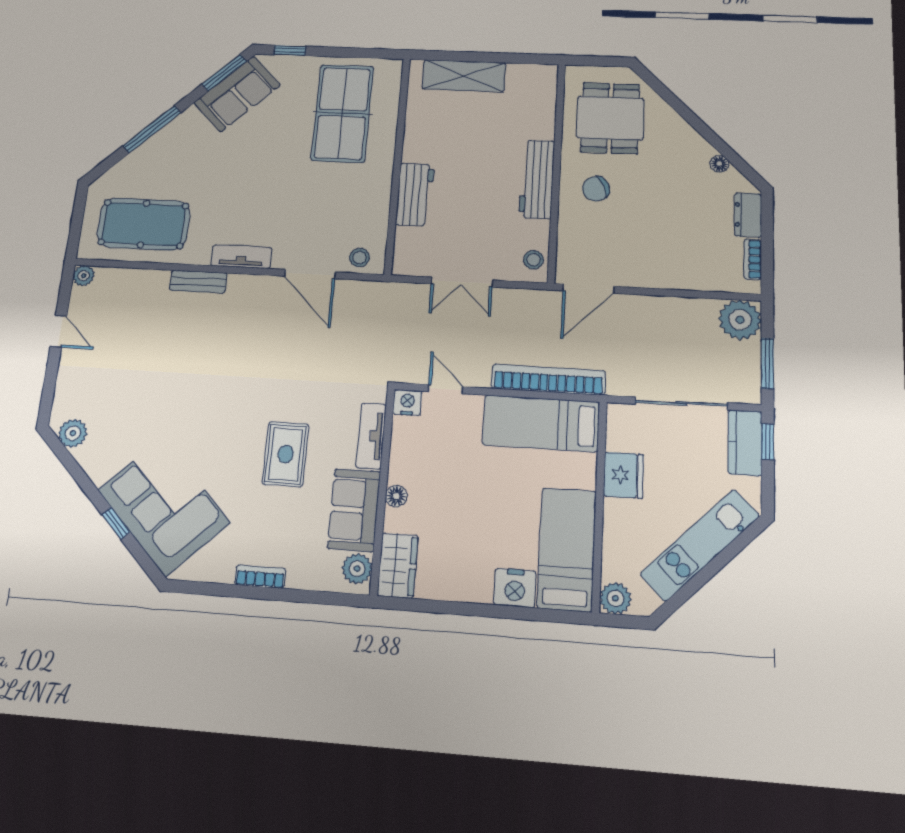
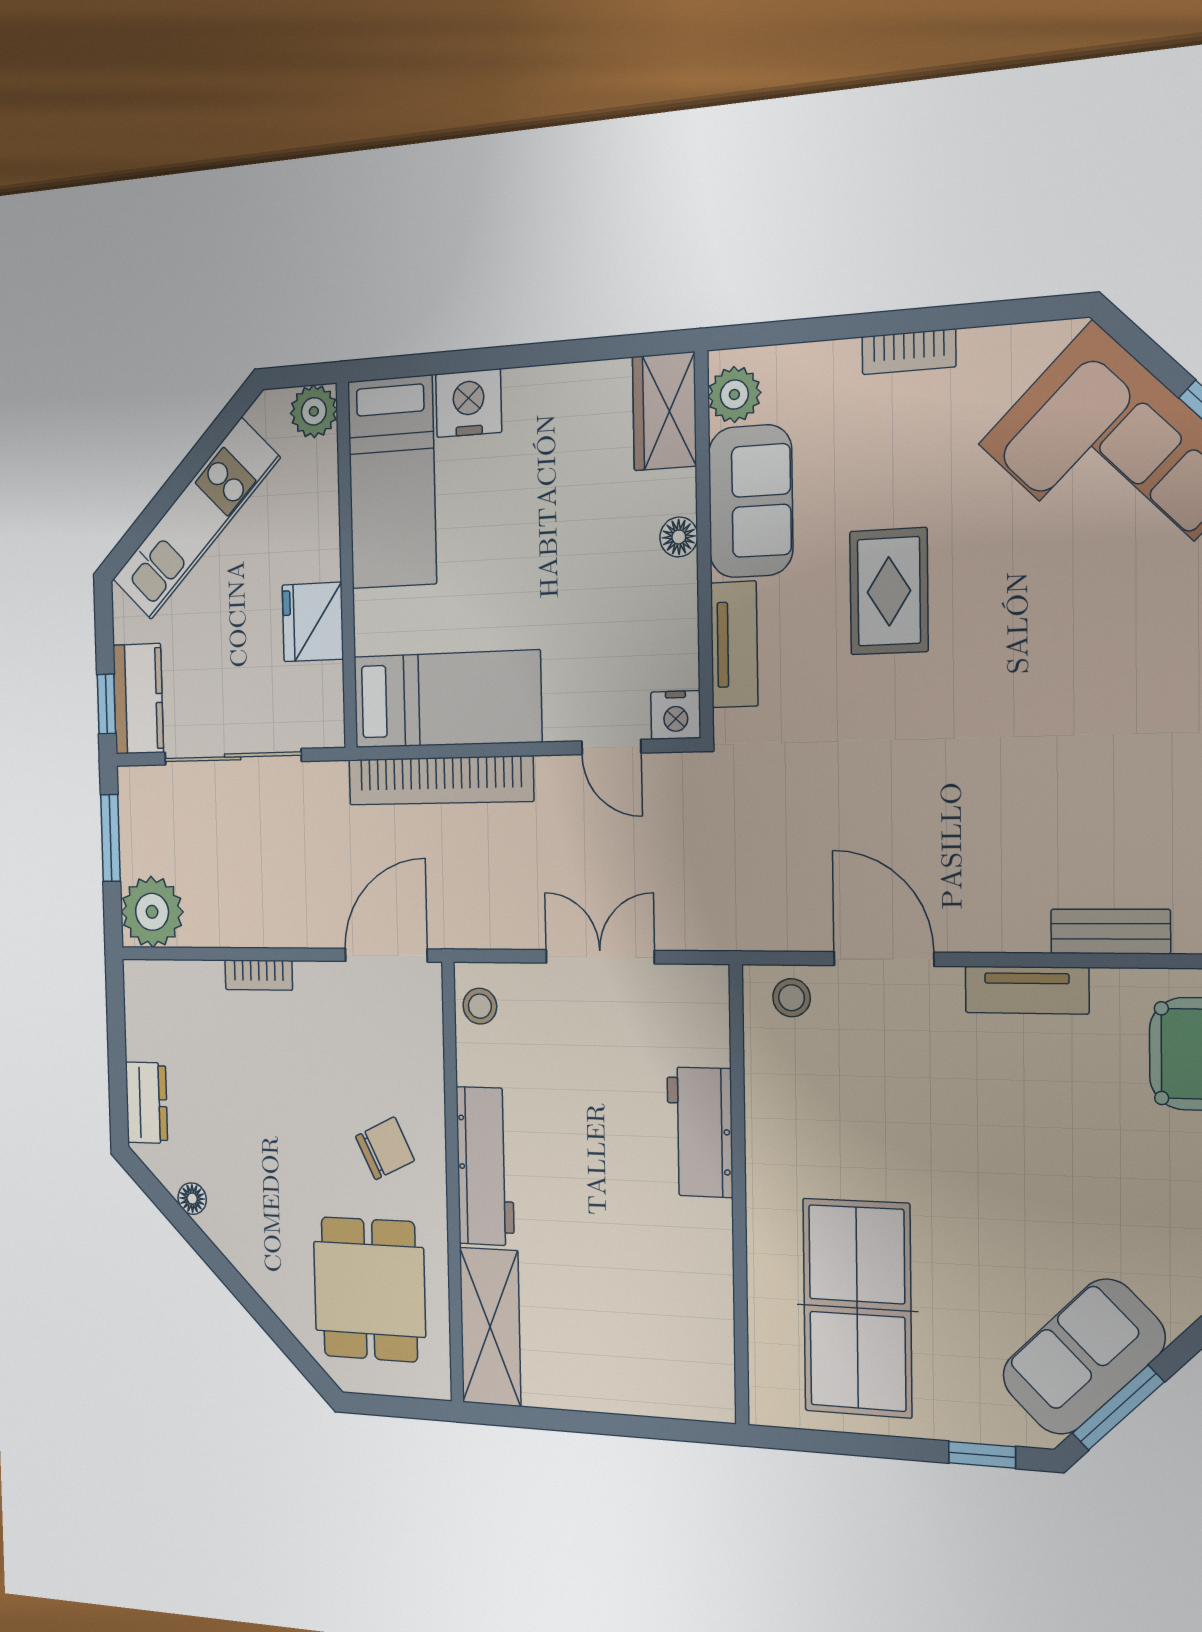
shelving: (464, 76) -> (490, 1327), moved, turned 90
bookcase: (753, 259) -> (259, 975), moved, turned 90

